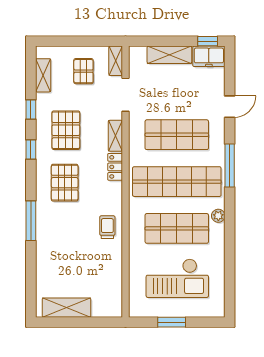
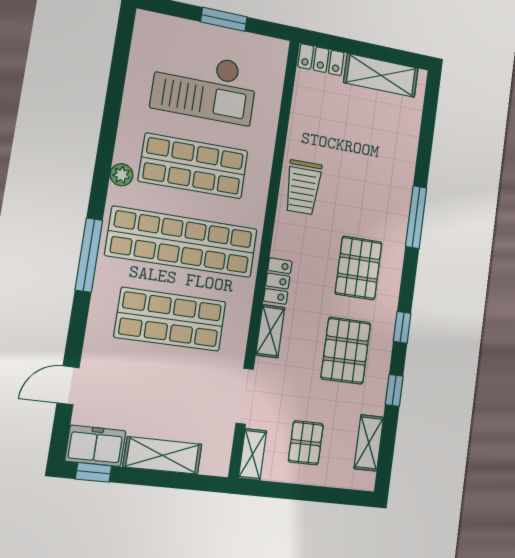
door: (230, 107) -> (68, 385), moved
trolley: (107, 227) -> (303, 187), width x1.36, depth x1.39
checkout: (177, 278) -> (205, 86), turned 180
locker: (107, 310) -> (321, 60), added

